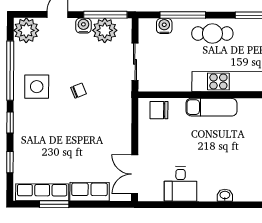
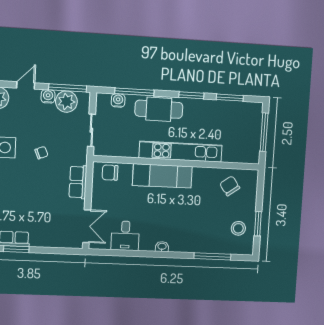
cafe table: (212, 34) -> (159, 109), width x1.37, depth x1.35
exam couch: (212, 107) -> (162, 176), width x1.36, depth x1.45
double door: (135, 174) -> (87, 226), swing flipped
row of seats: (90, 192) -> (78, 182), moved, turned -90

